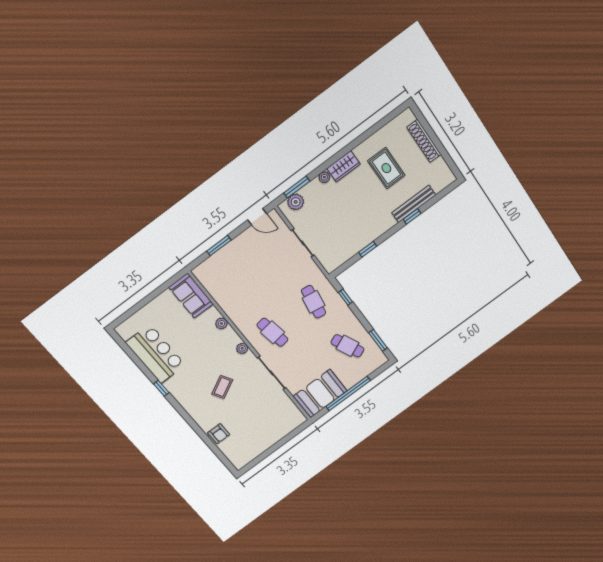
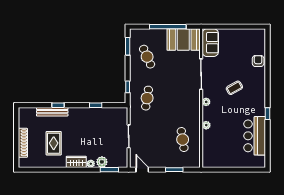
plant: (296, 202) -> (102, 162), moved
sofa: (191, 296) -> (210, 43), moved
cafe table: (272, 332) -> (183, 140), moved

